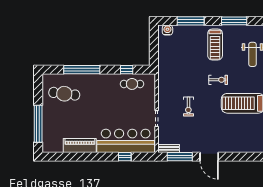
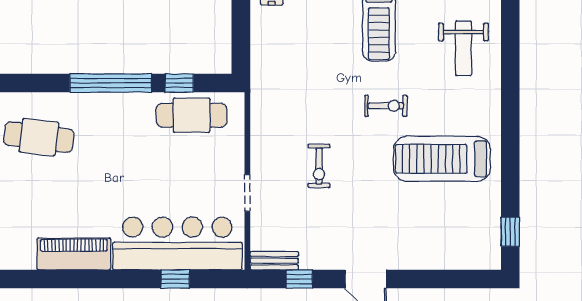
window: (82, 70) -> (111, 83), moved
cafe table: (132, 84) -> (192, 115), width x1.37, depth x1.35
window: (180, 157) -> (299, 279), width x0.46

